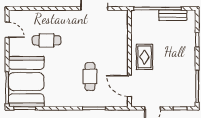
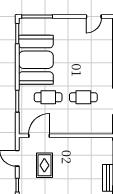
cafe table: (47, 40) -> (83, 97), moved, turned 90
rug: (144, 57) -> (44, 165), moved, turned 90
booth: (26, 82) -> (36, 60), moved, turned 90

